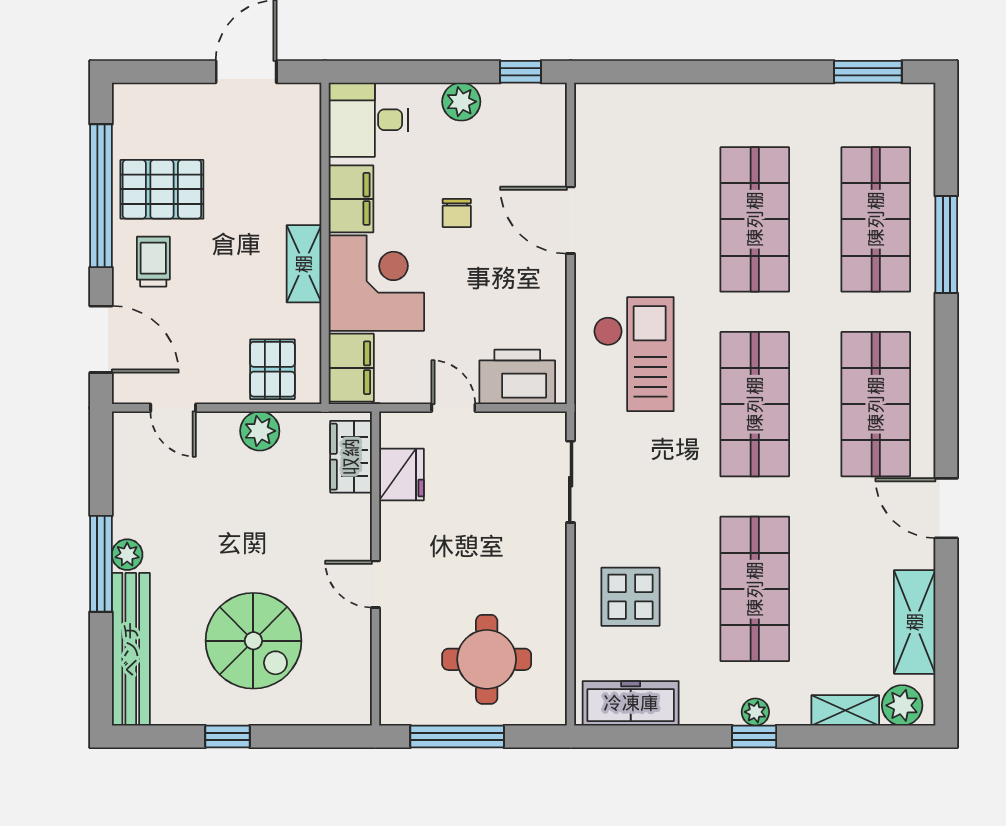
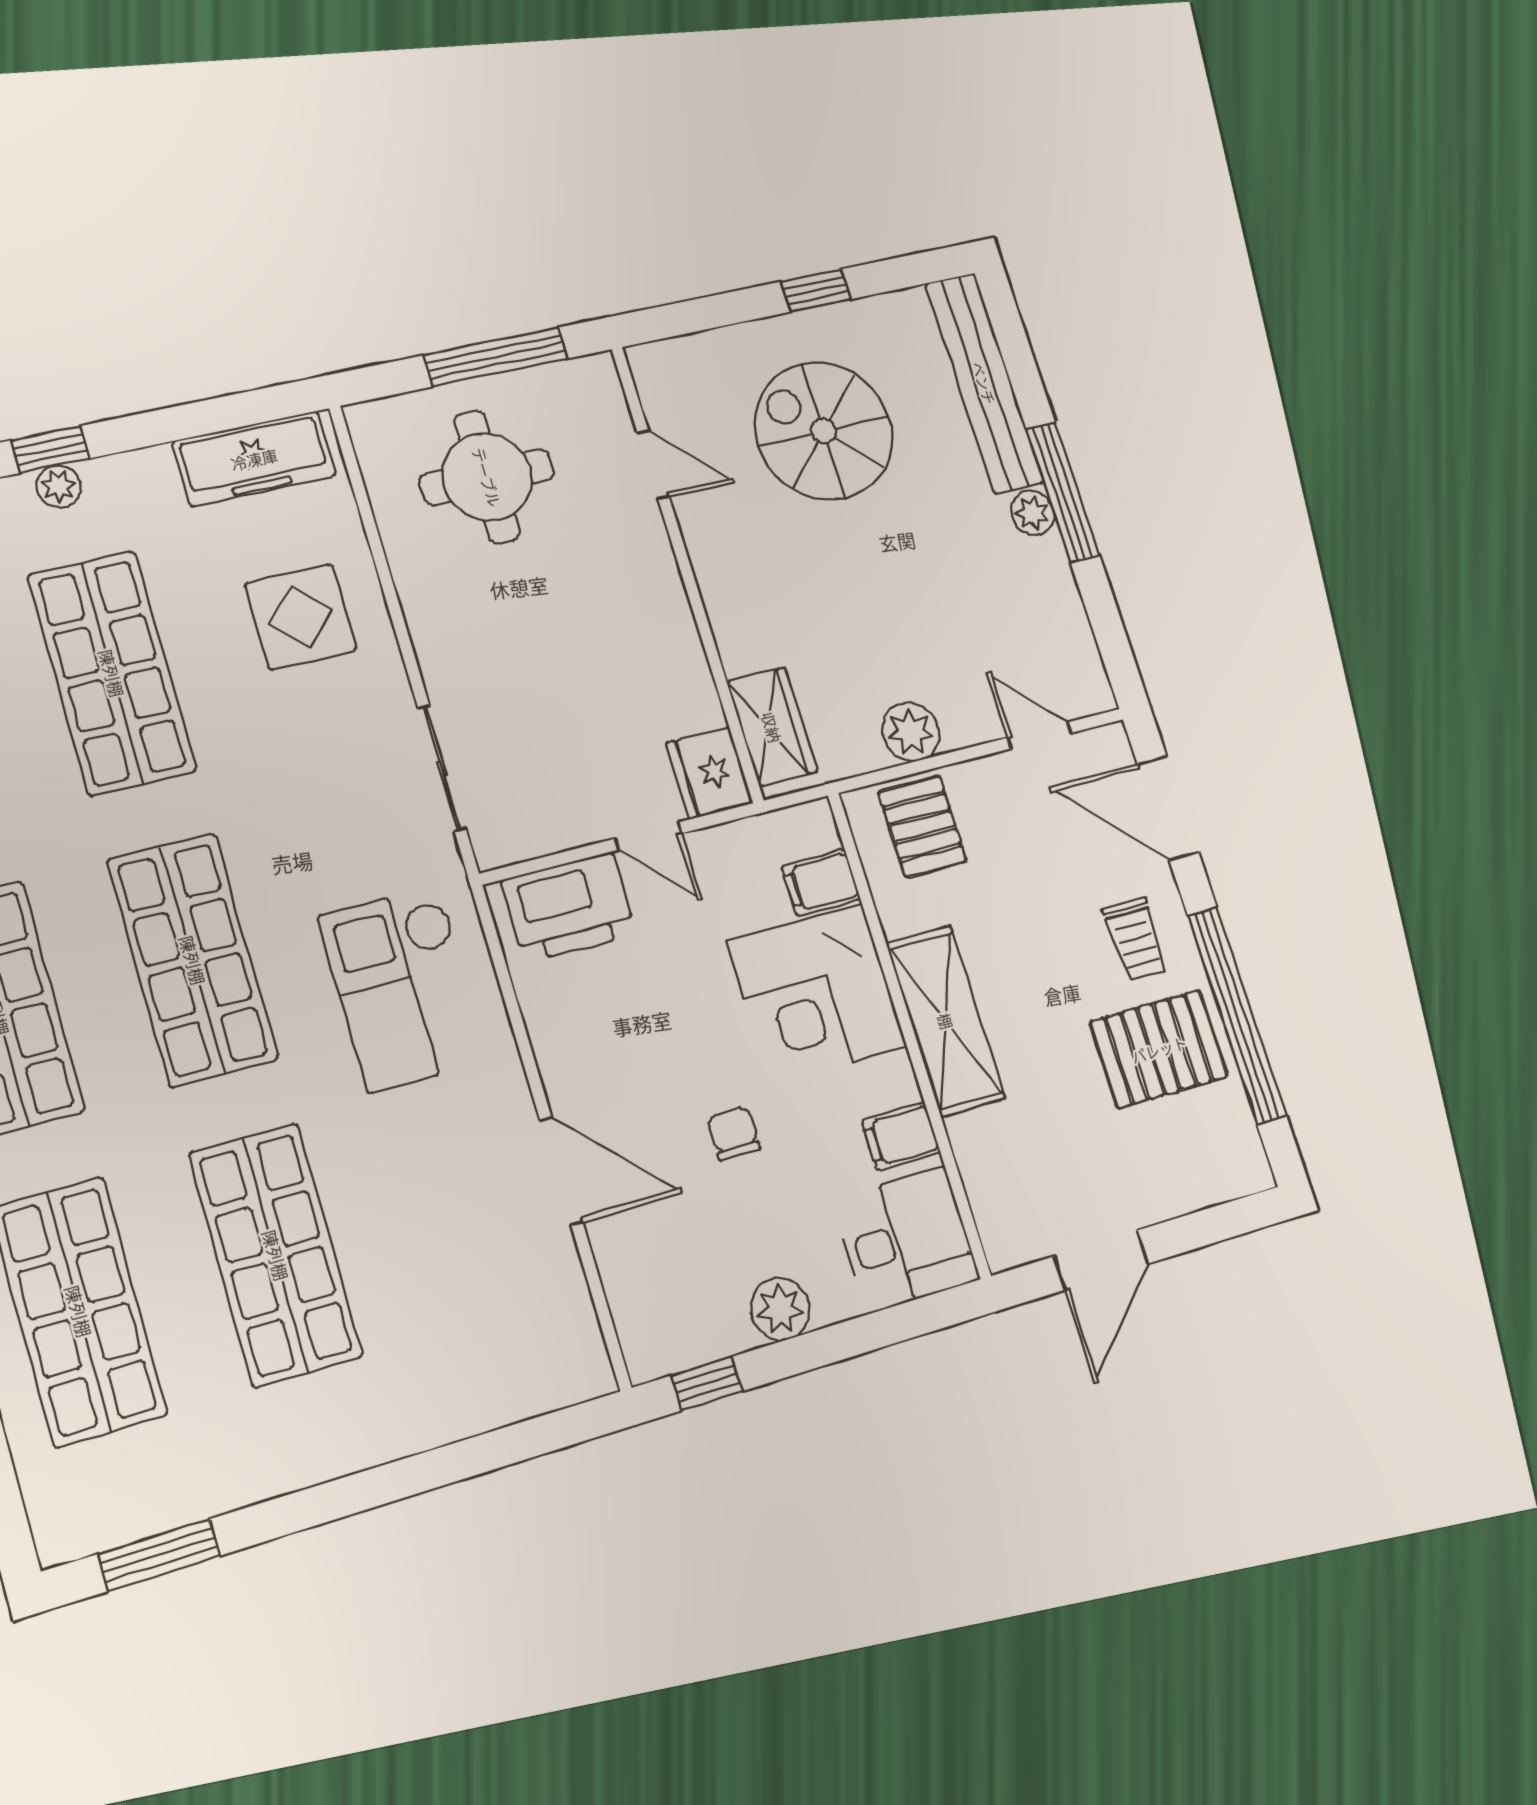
filing cabinet: (351, 199) -> (901, 1136), width x0.50
shelving: (304, 264) -> (946, 1021), width x1.50, depth x1.33
filing cabinet: (351, 368) -> (821, 883), width x0.50
fridge: (401, 475) -> (709, 773), moved
door: (375, 584) -> (653, 465), moved

